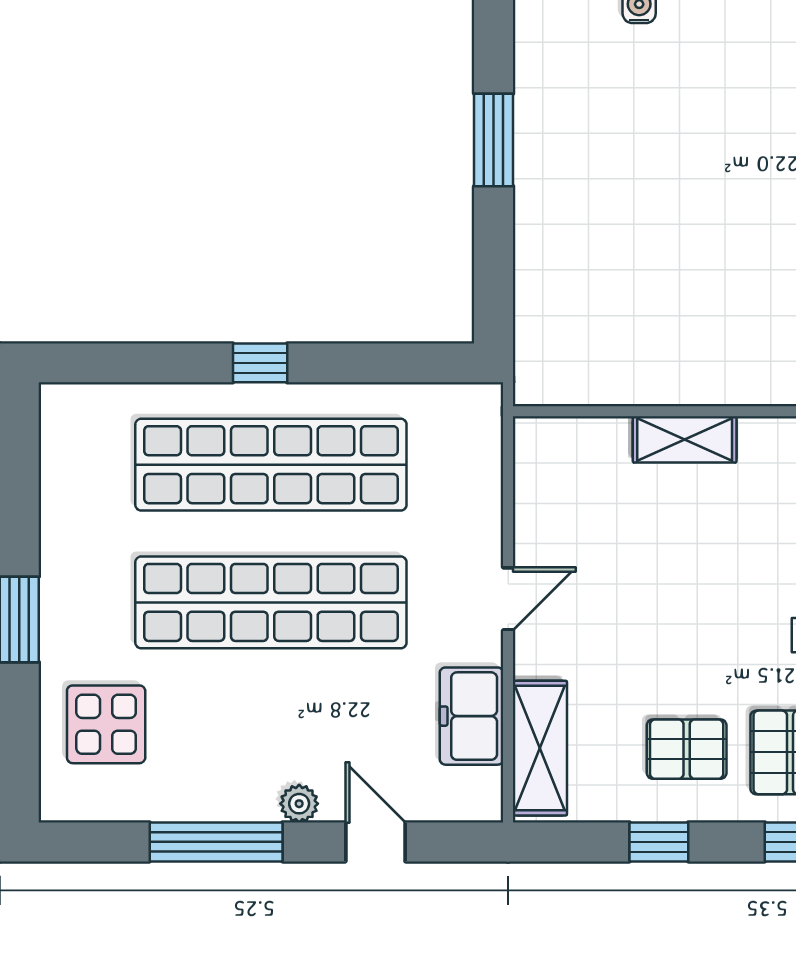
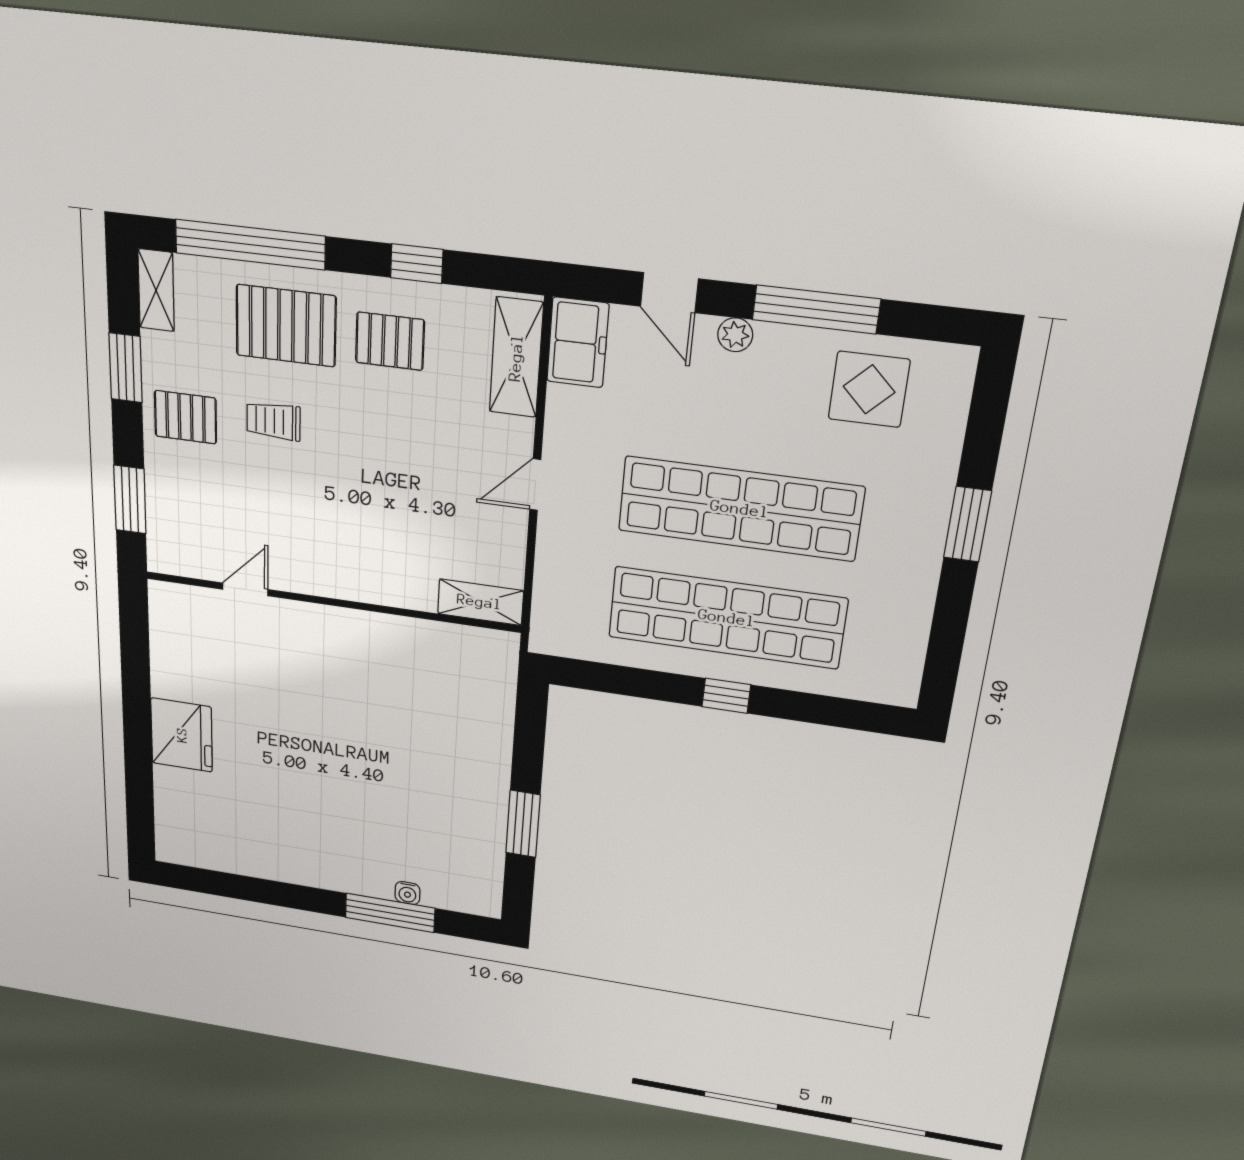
shelving: (685, 439) -> (480, 602), moved
freezer: (472, 716) -> (578, 342), moved
display table: (106, 724) -> (869, 389), moved

